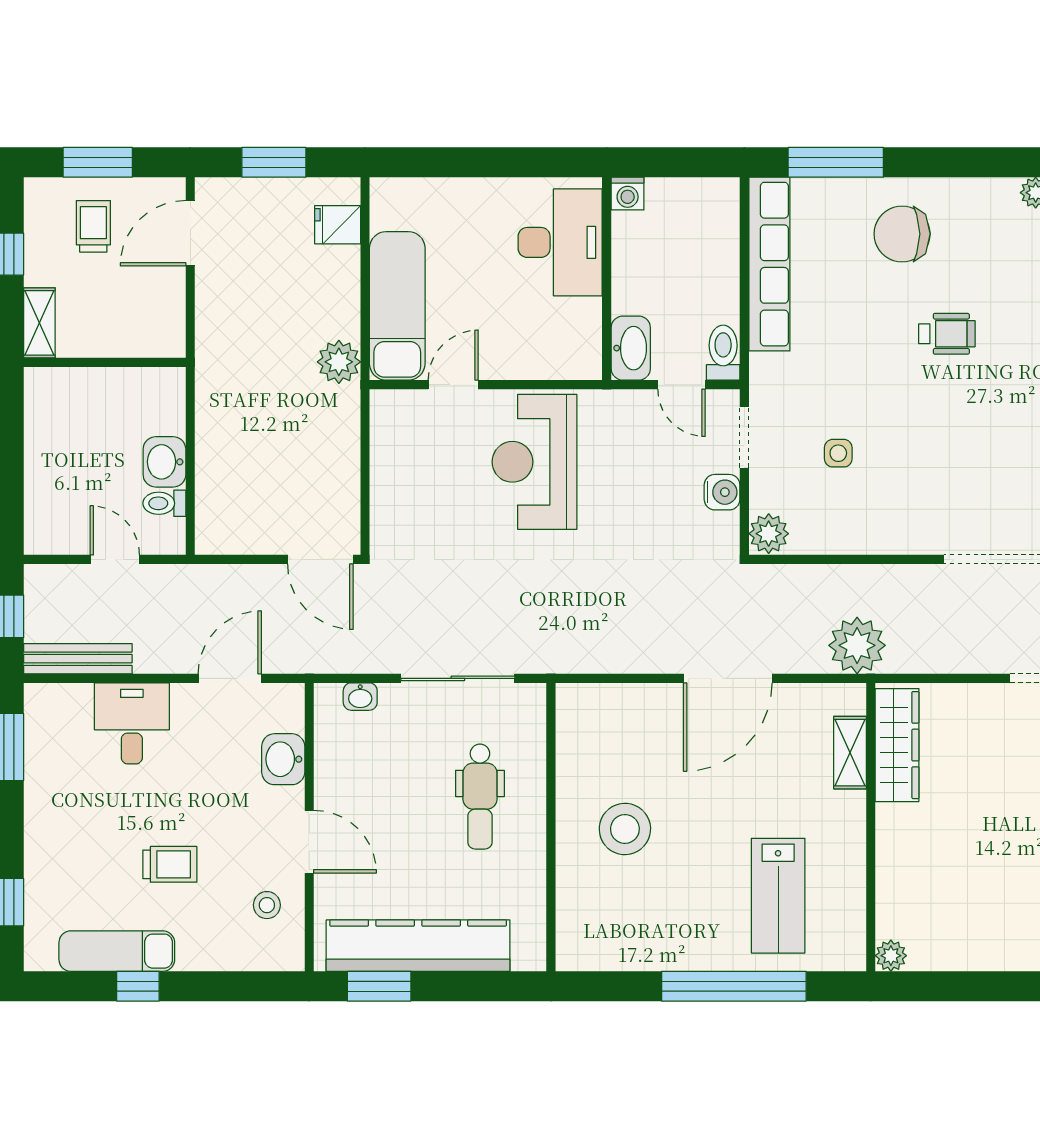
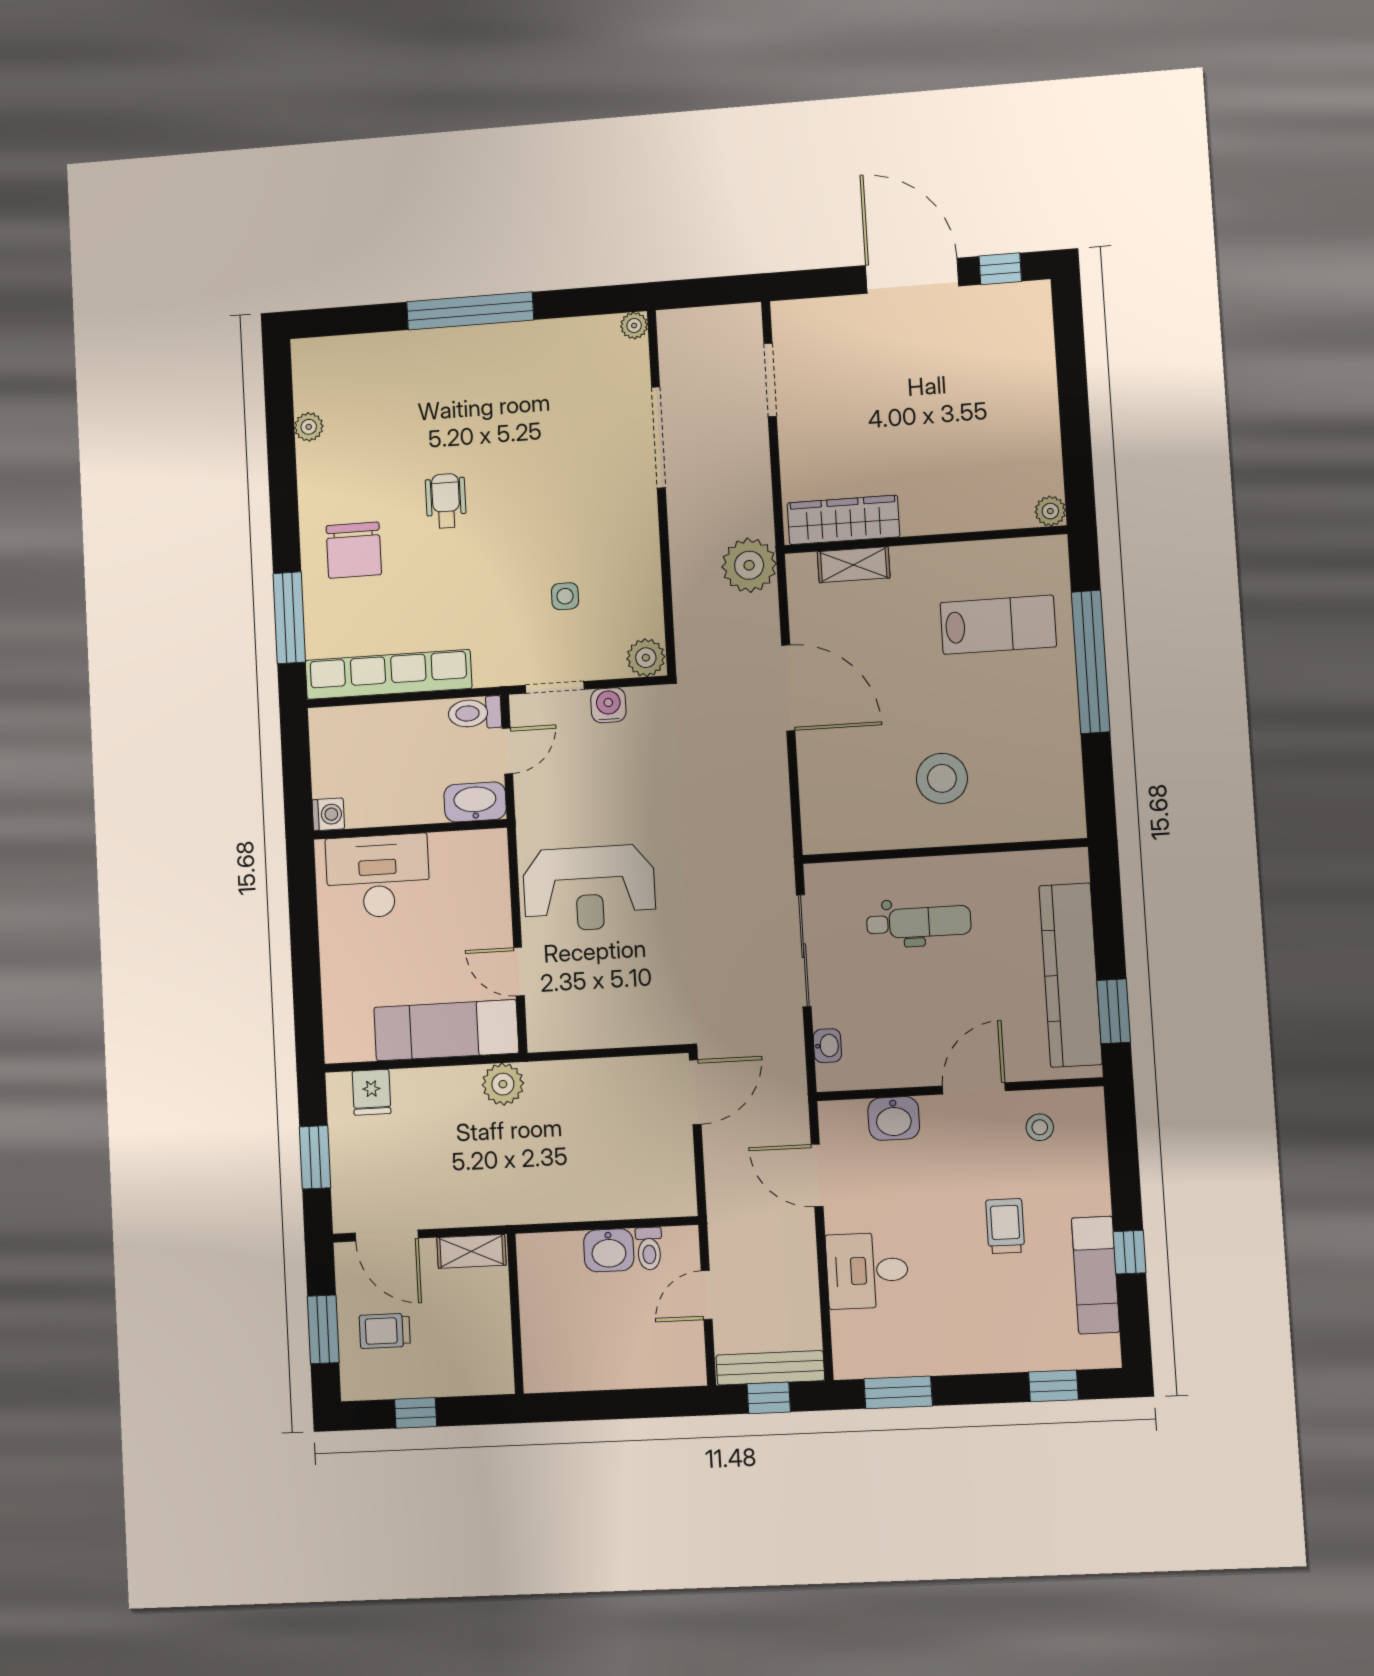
shelving: (39, 323) -> (471, 1251), moved
bench: (78, 659) -> (770, 1368), moved, turned 90

